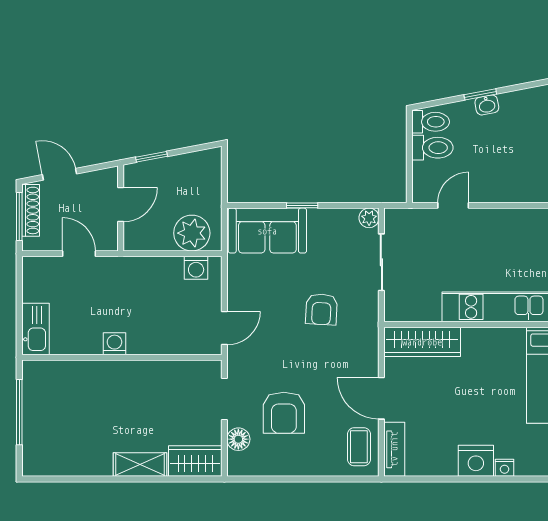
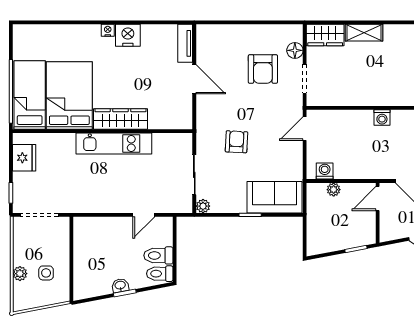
door: (121, 205) -> (378, 199), moved
plant: (192, 233) -> (334, 190), width x0.53, depth x0.53
wardrobe: (422, 342) -> (120, 119), moved
armchair: (284, 413) -> (263, 69), turned 180
coffee table: (359, 447) -> (210, 45), removed

